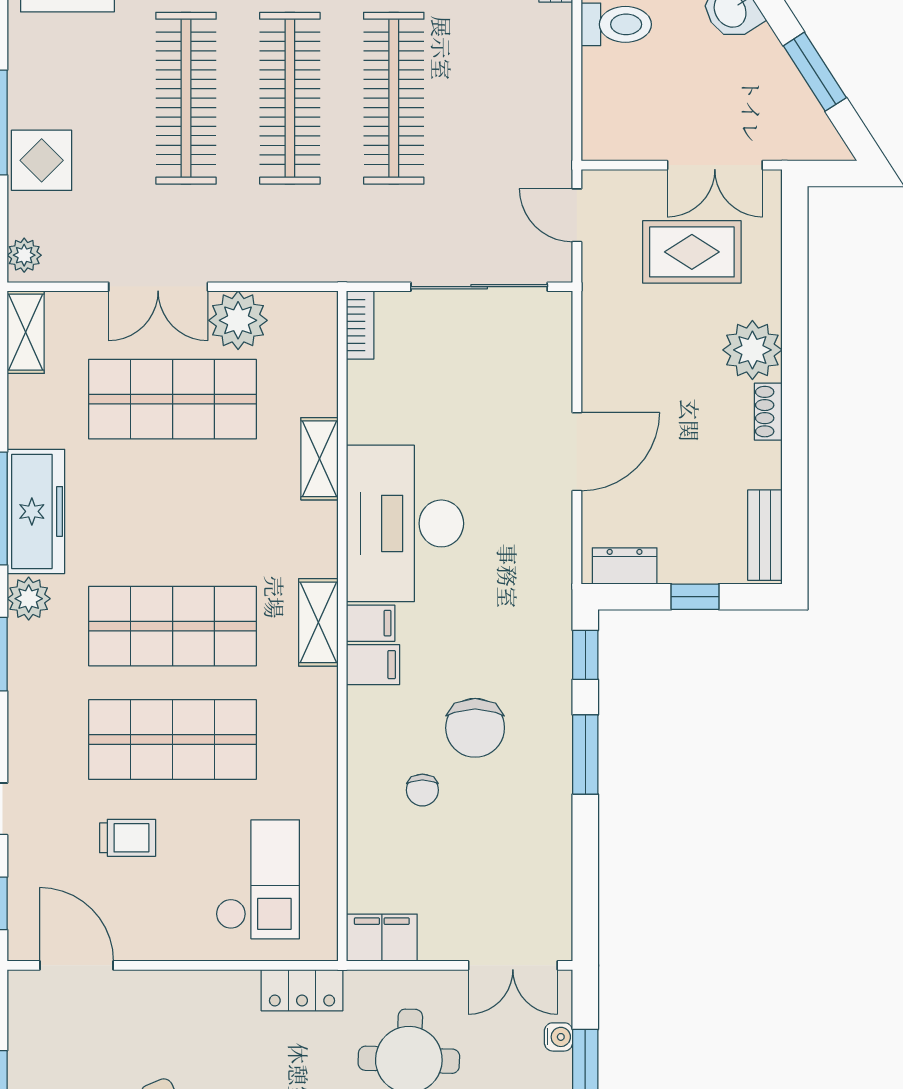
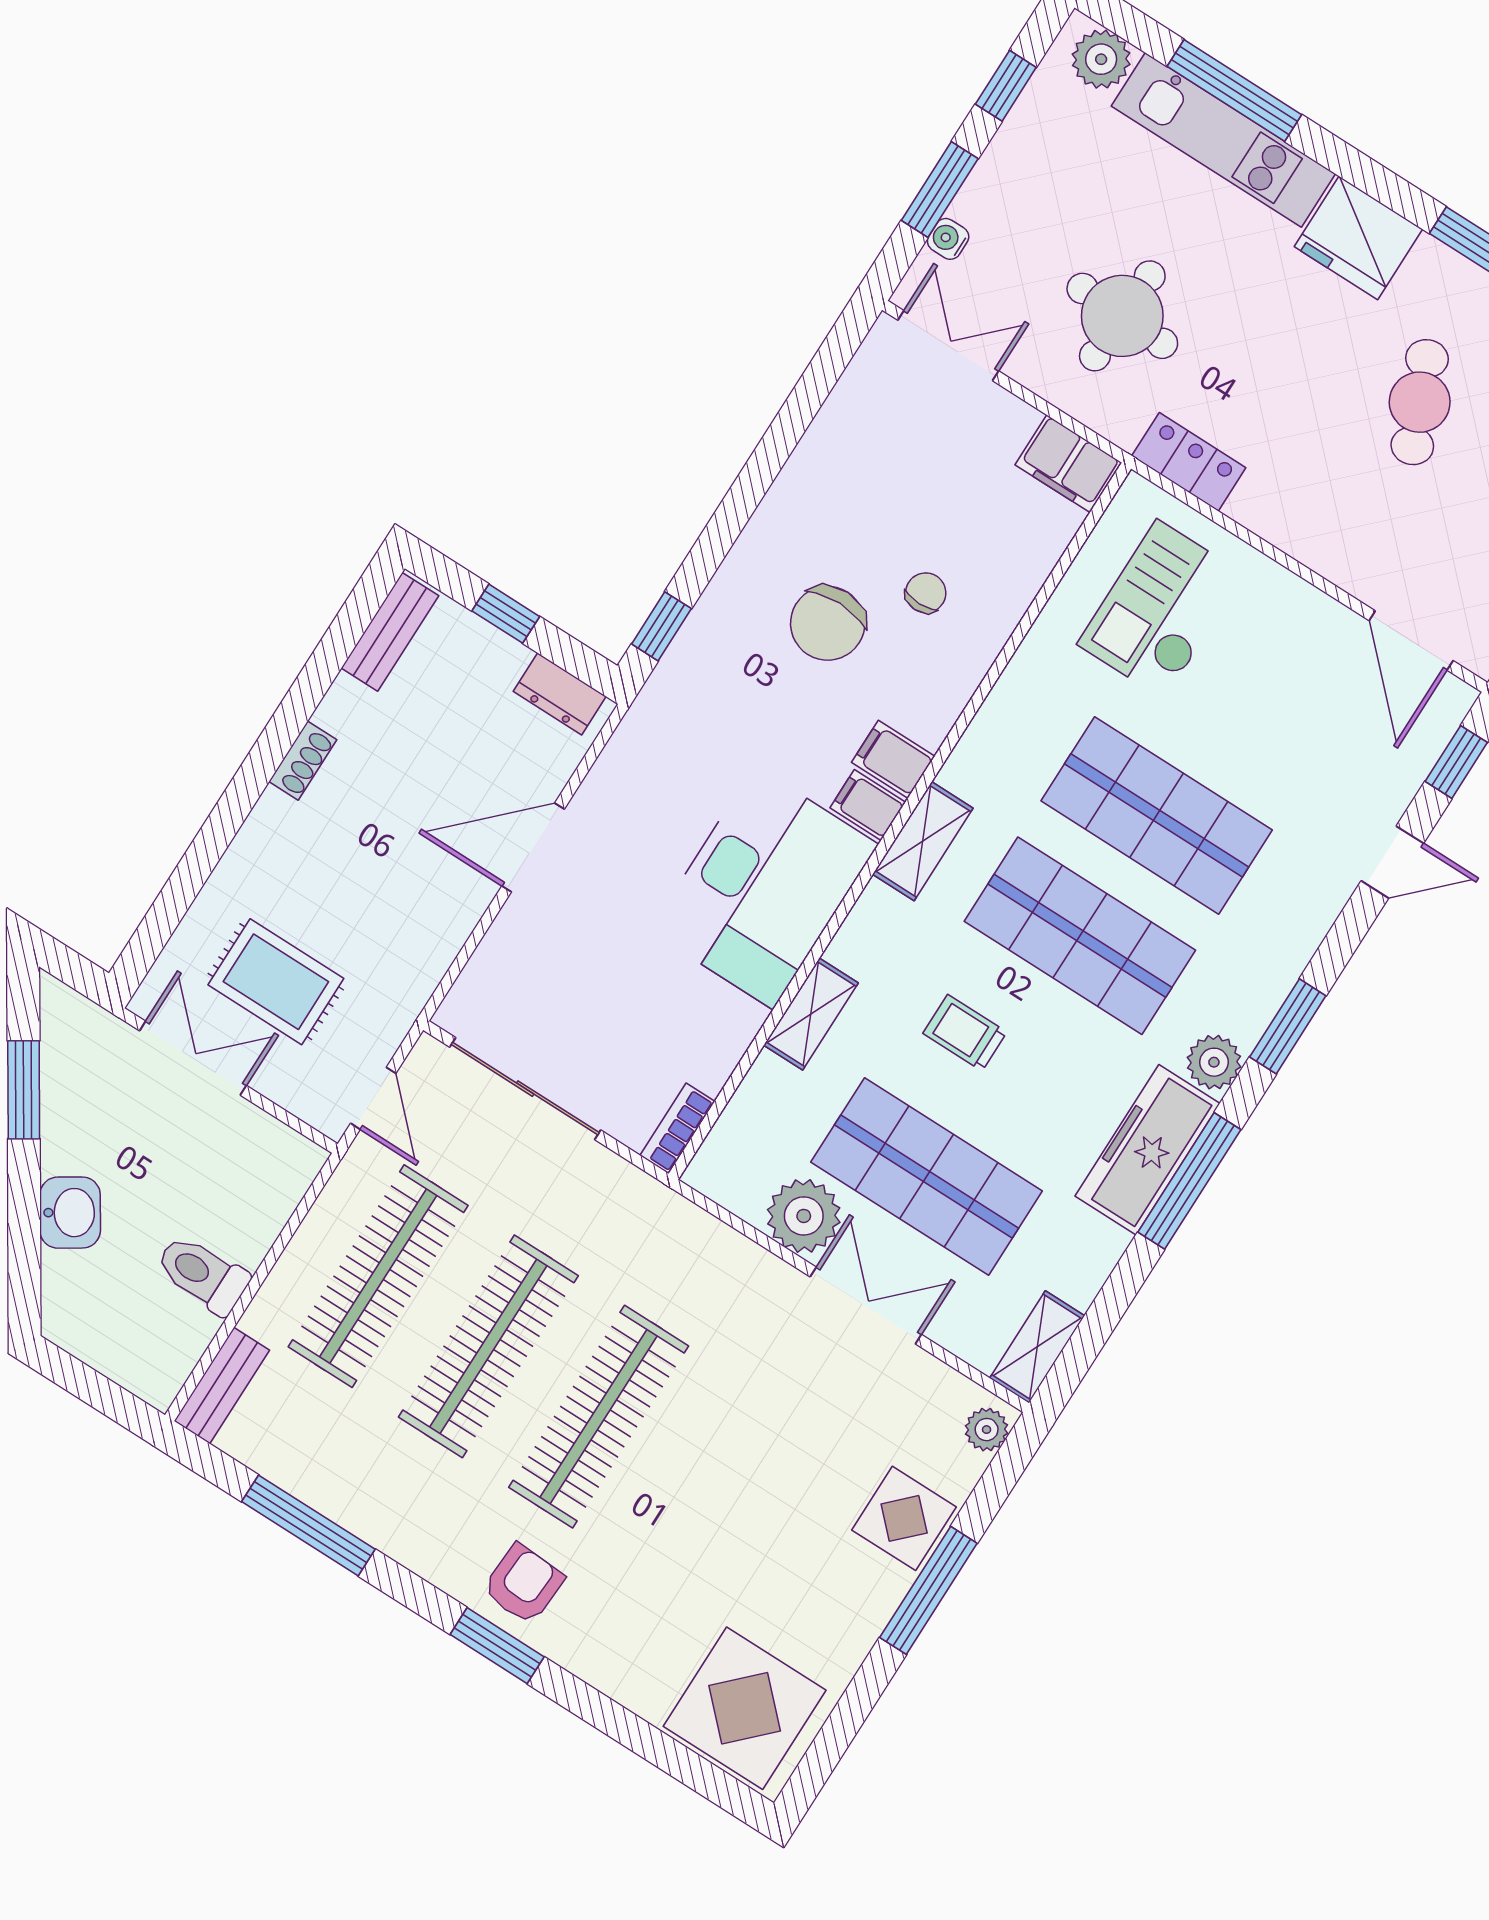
clothes rail: (186, 98) -> (378, 1276), moved
plant: (752, 350) -> (278, 837), removed
chair: (475, 728) -> (828, 623), turned 180
window: (585, 754) -> (729, 521), removed
trolley: (128, 838) -> (965, 1033), moved

